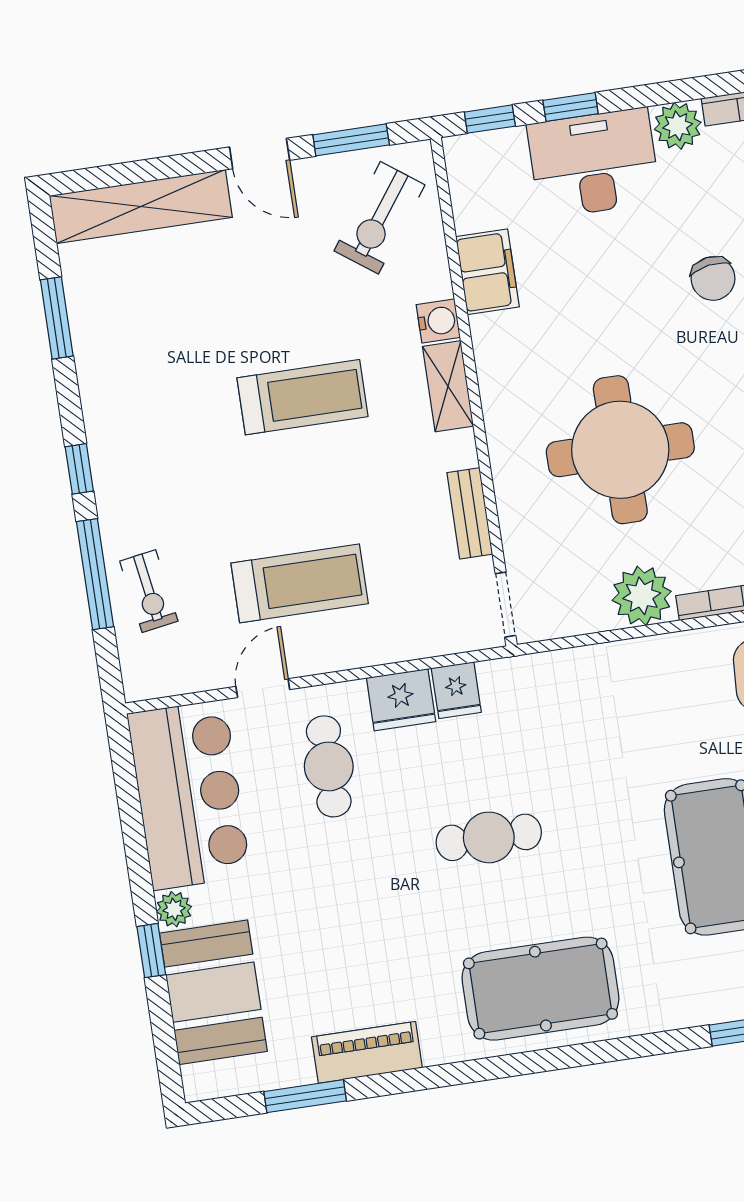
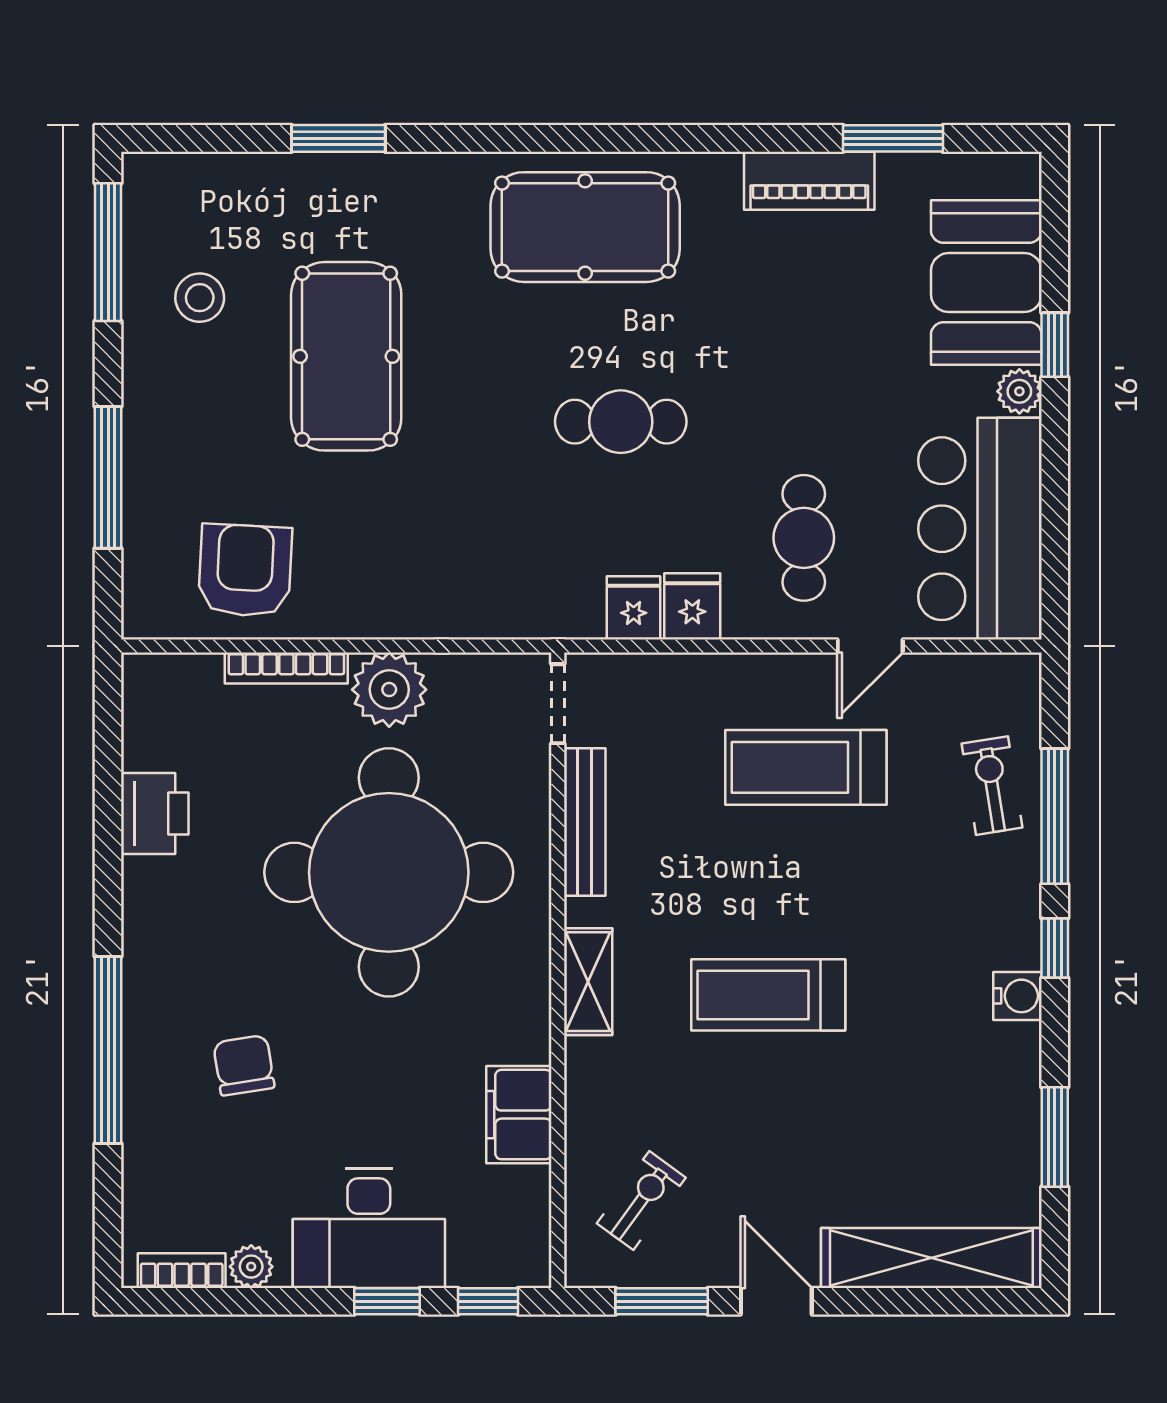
plant: (678, 126) -> (251, 1267), width x0.73, depth x0.73
exercise bike: (379, 218) -> (641, 1200), width x0.73, depth x0.72
water cooler: (438, 321) -> (1018, 996), moved, turned 180
round table: (620, 450) -> (389, 872), width x1.36, depth x1.36
bench: (470, 513) -> (585, 822), width x1.36
fridge: (401, 700) -> (692, 606), width x0.72

